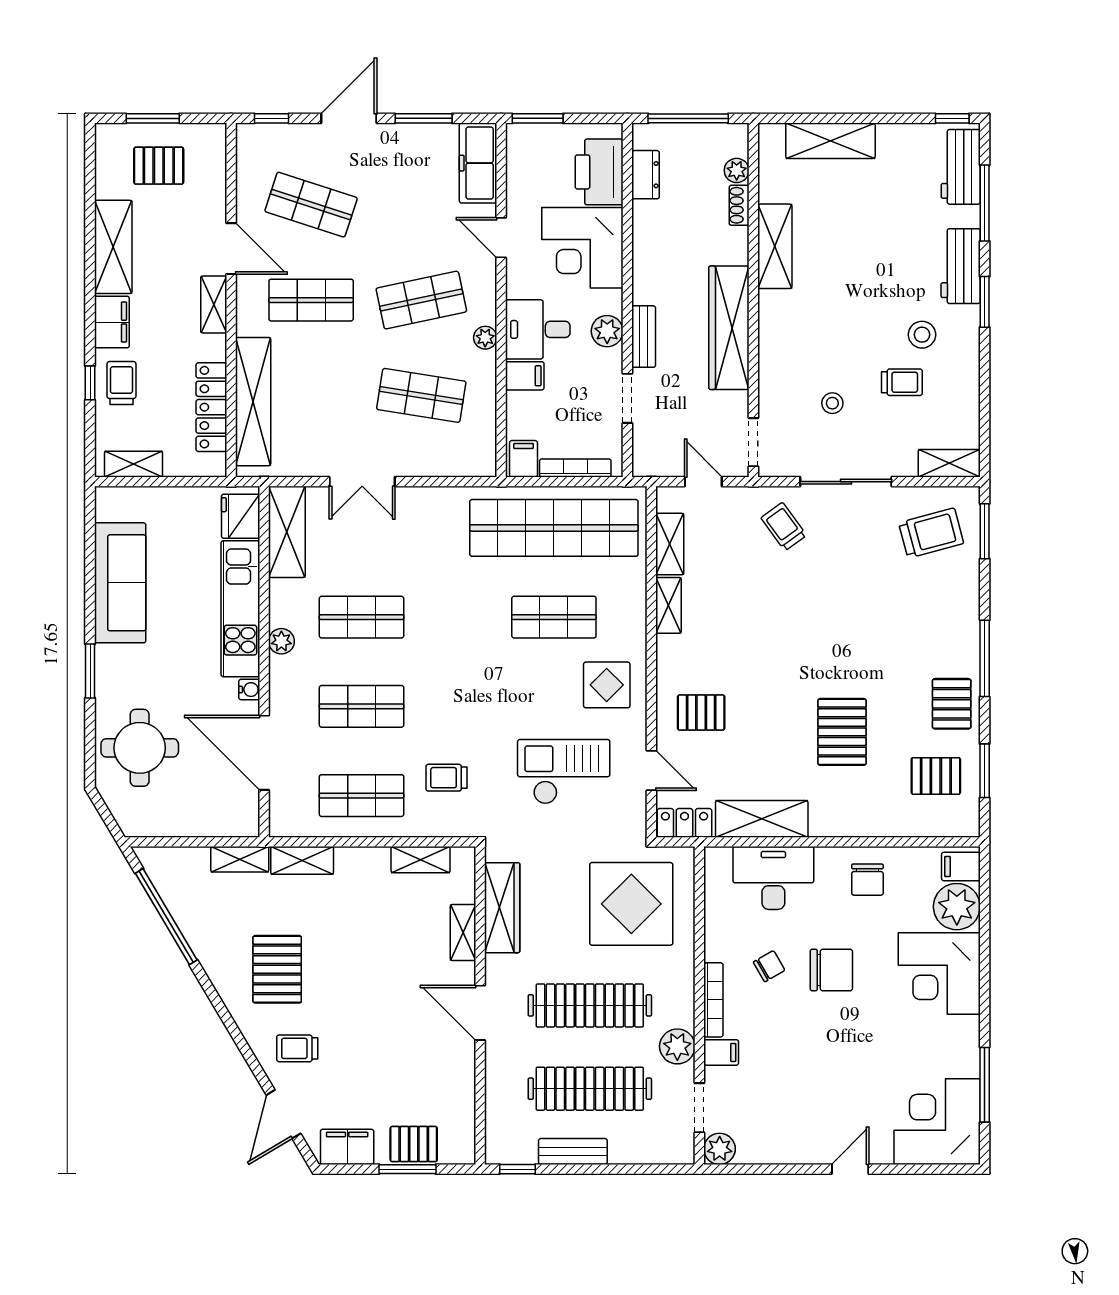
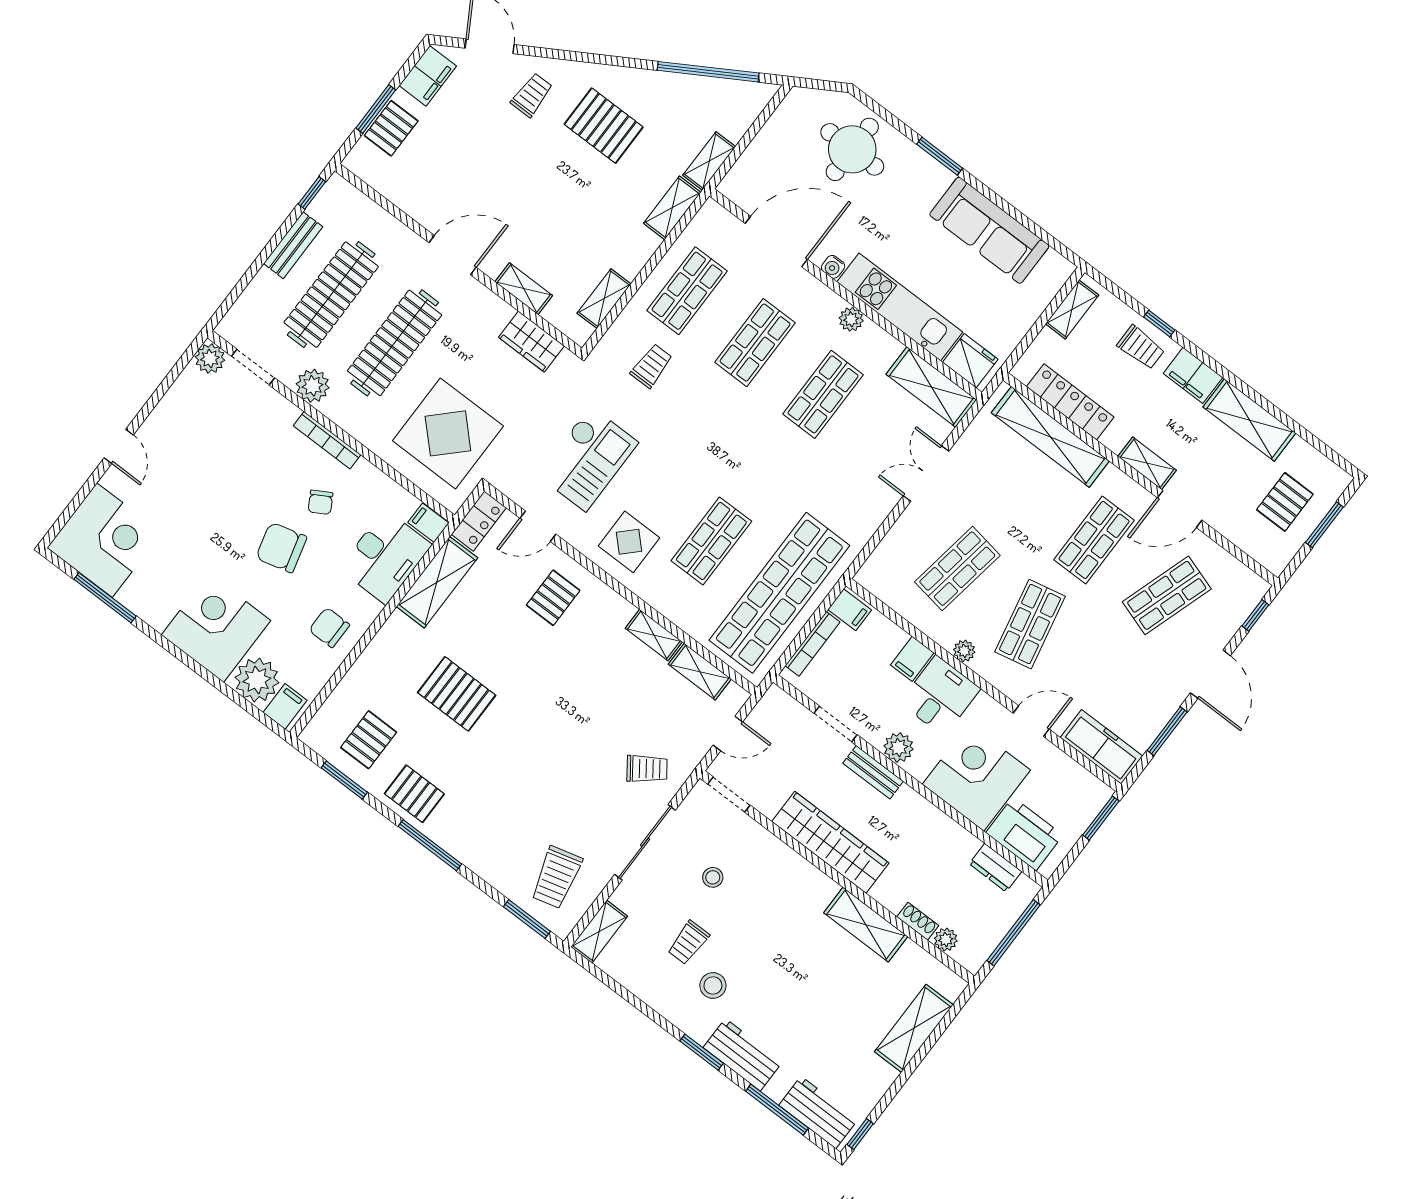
wardrobe: (502, 908) -> (531, 342), width x0.67
chair: (831, 970) -> (281, 548), turned 75
filing cabinet: (721, 1052) -> (428, 523), moved, turned 90

